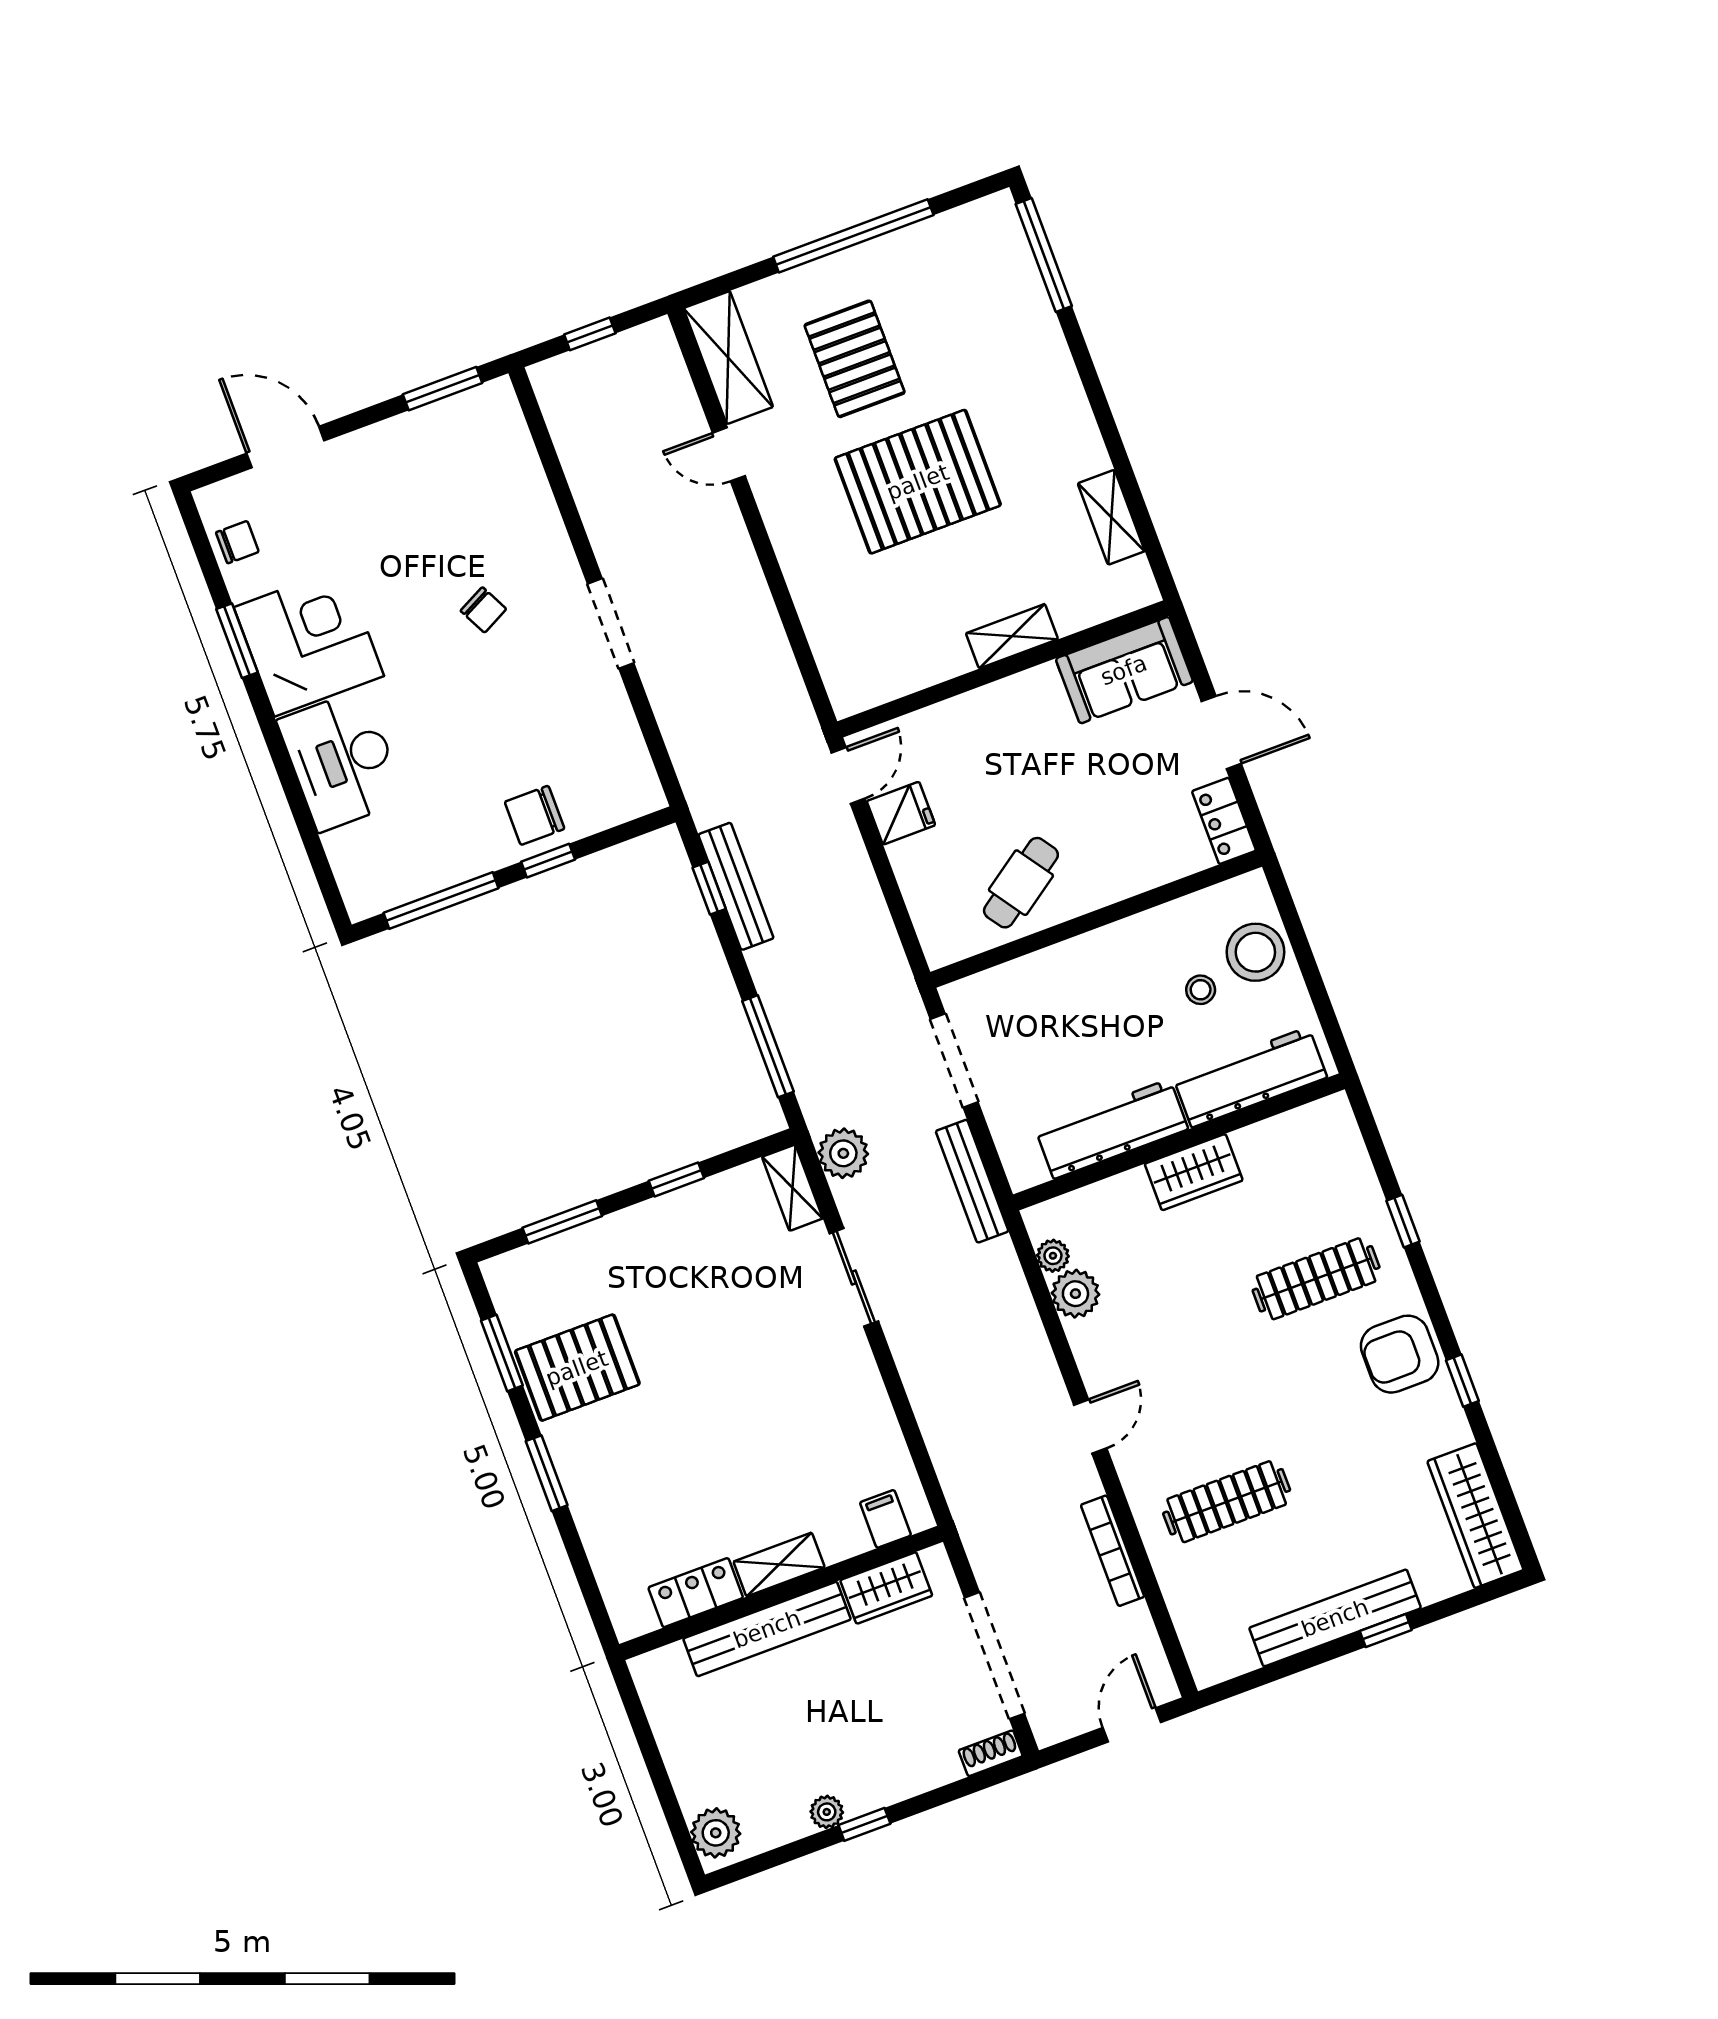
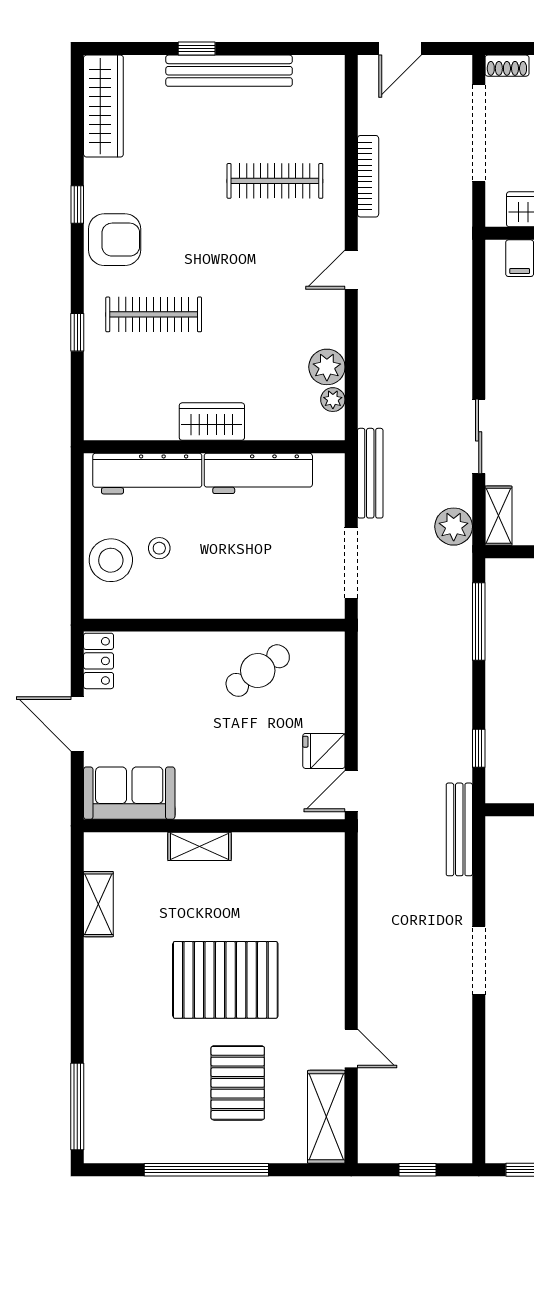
bench: (736, 886) -> (459, 829), moved

